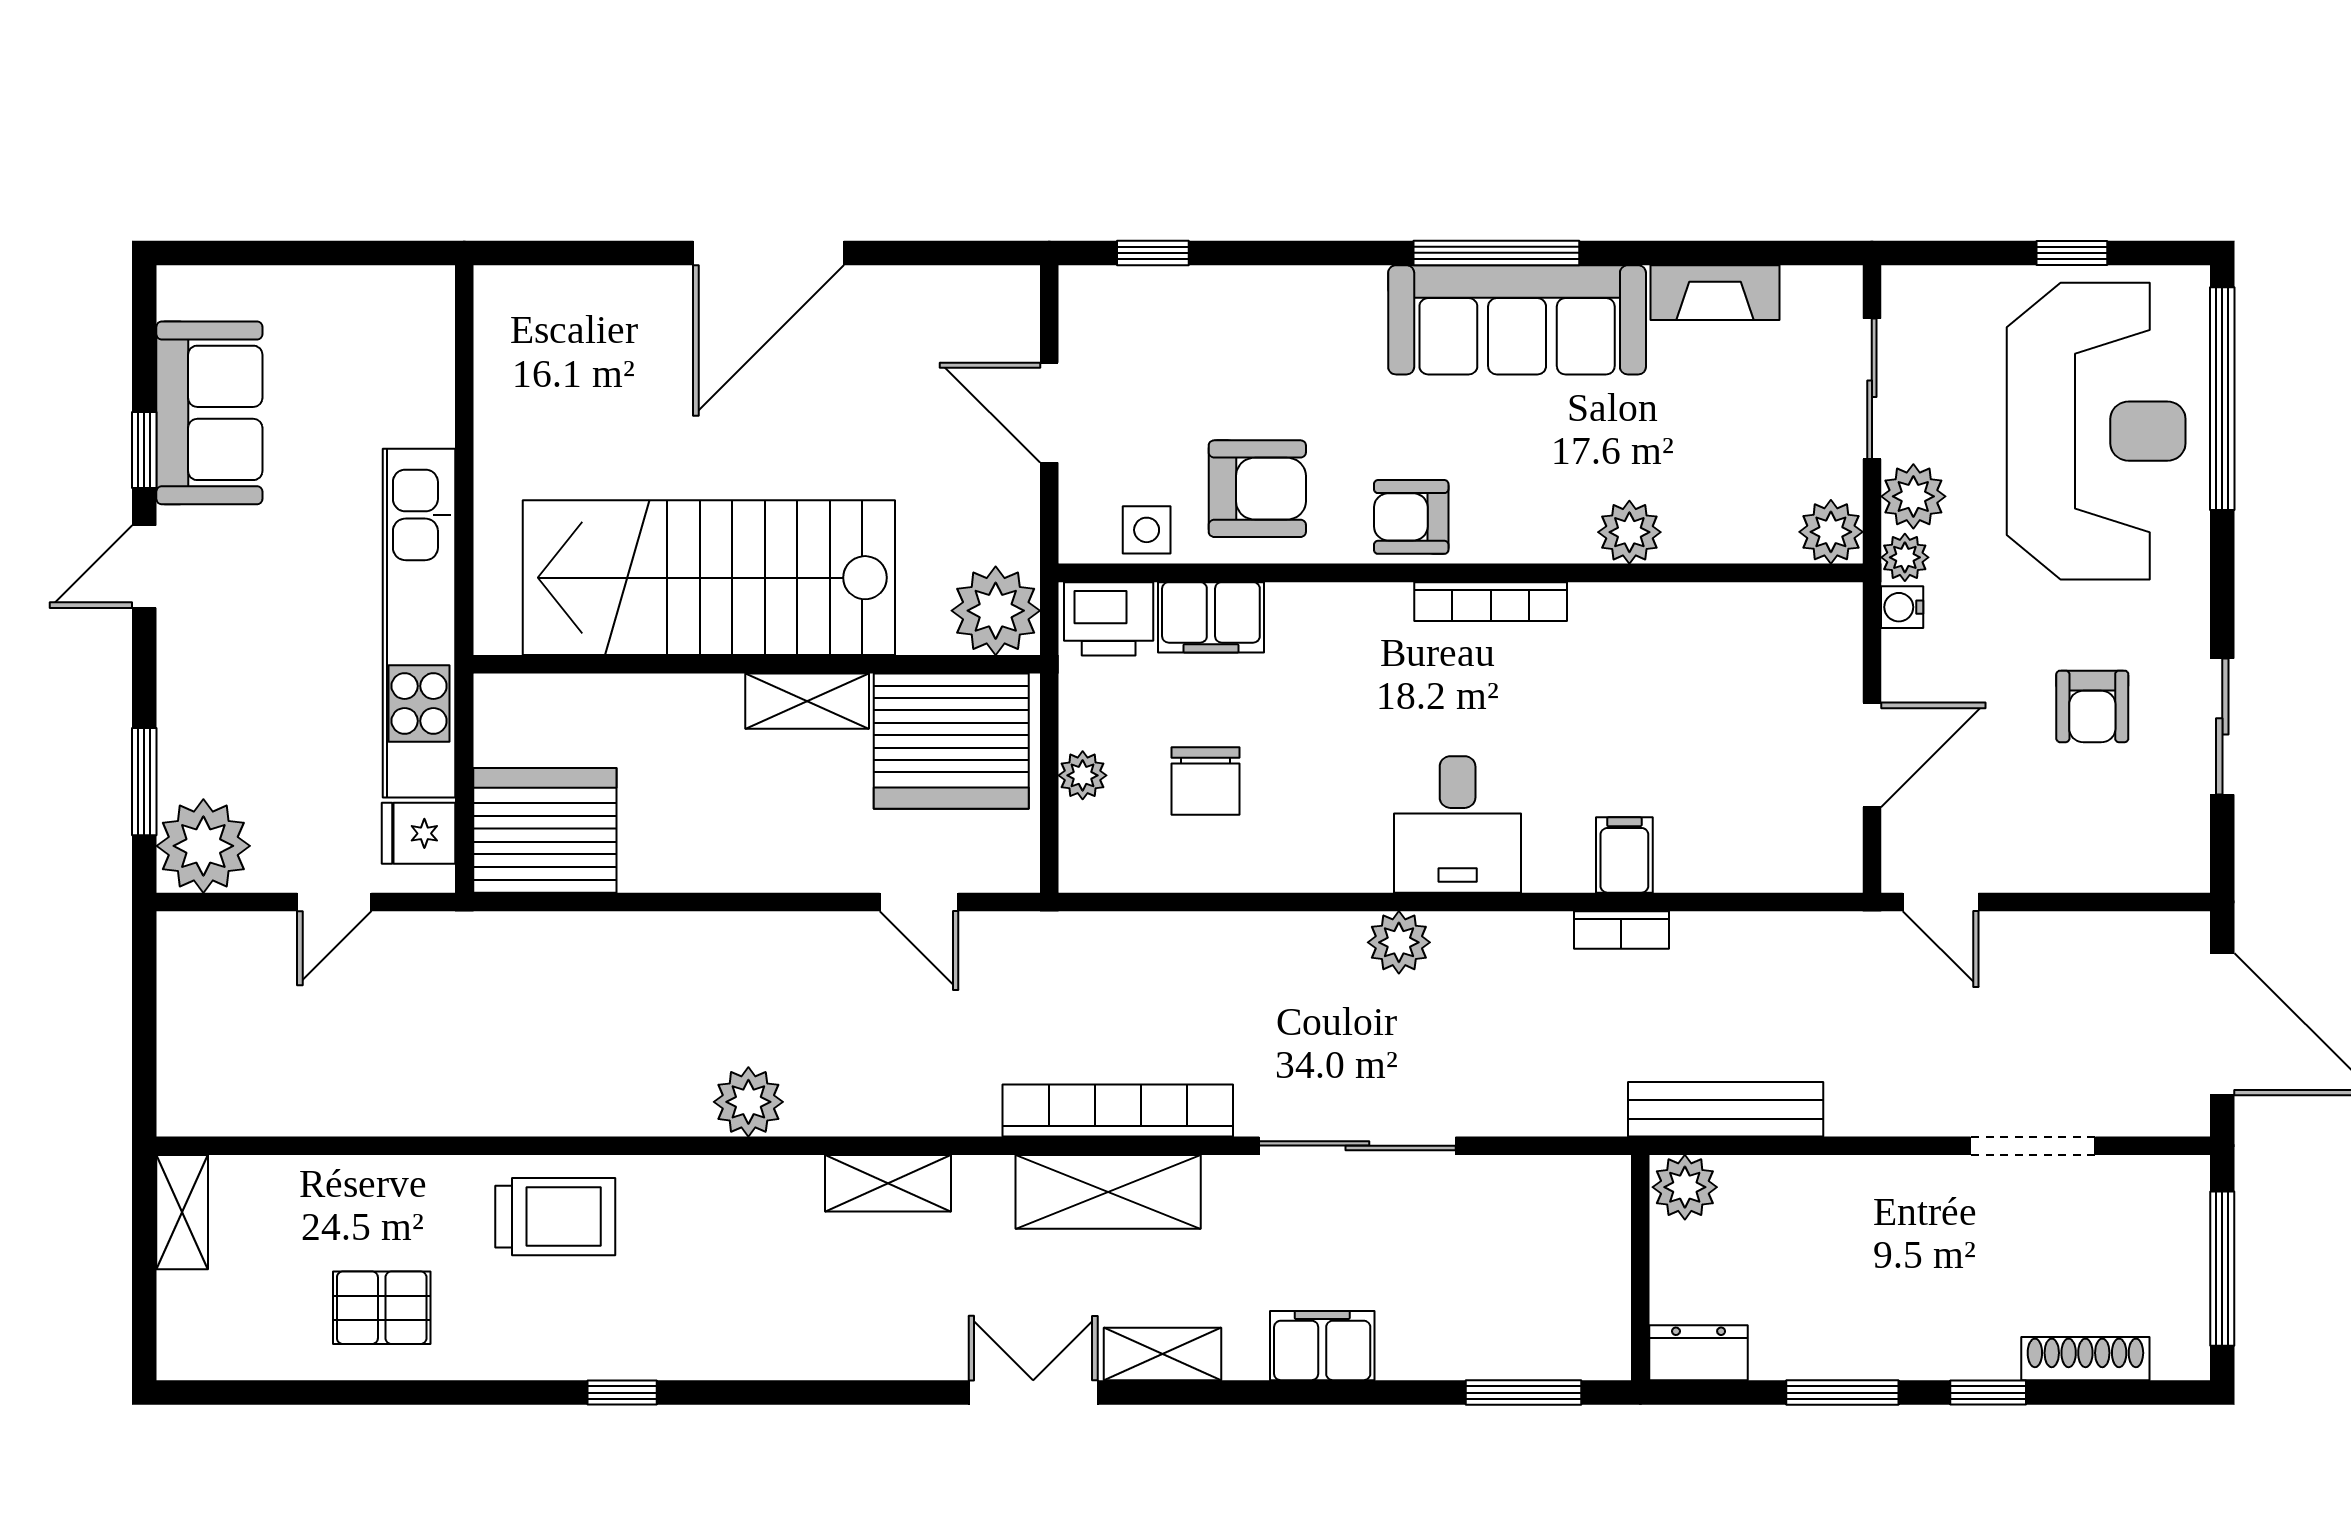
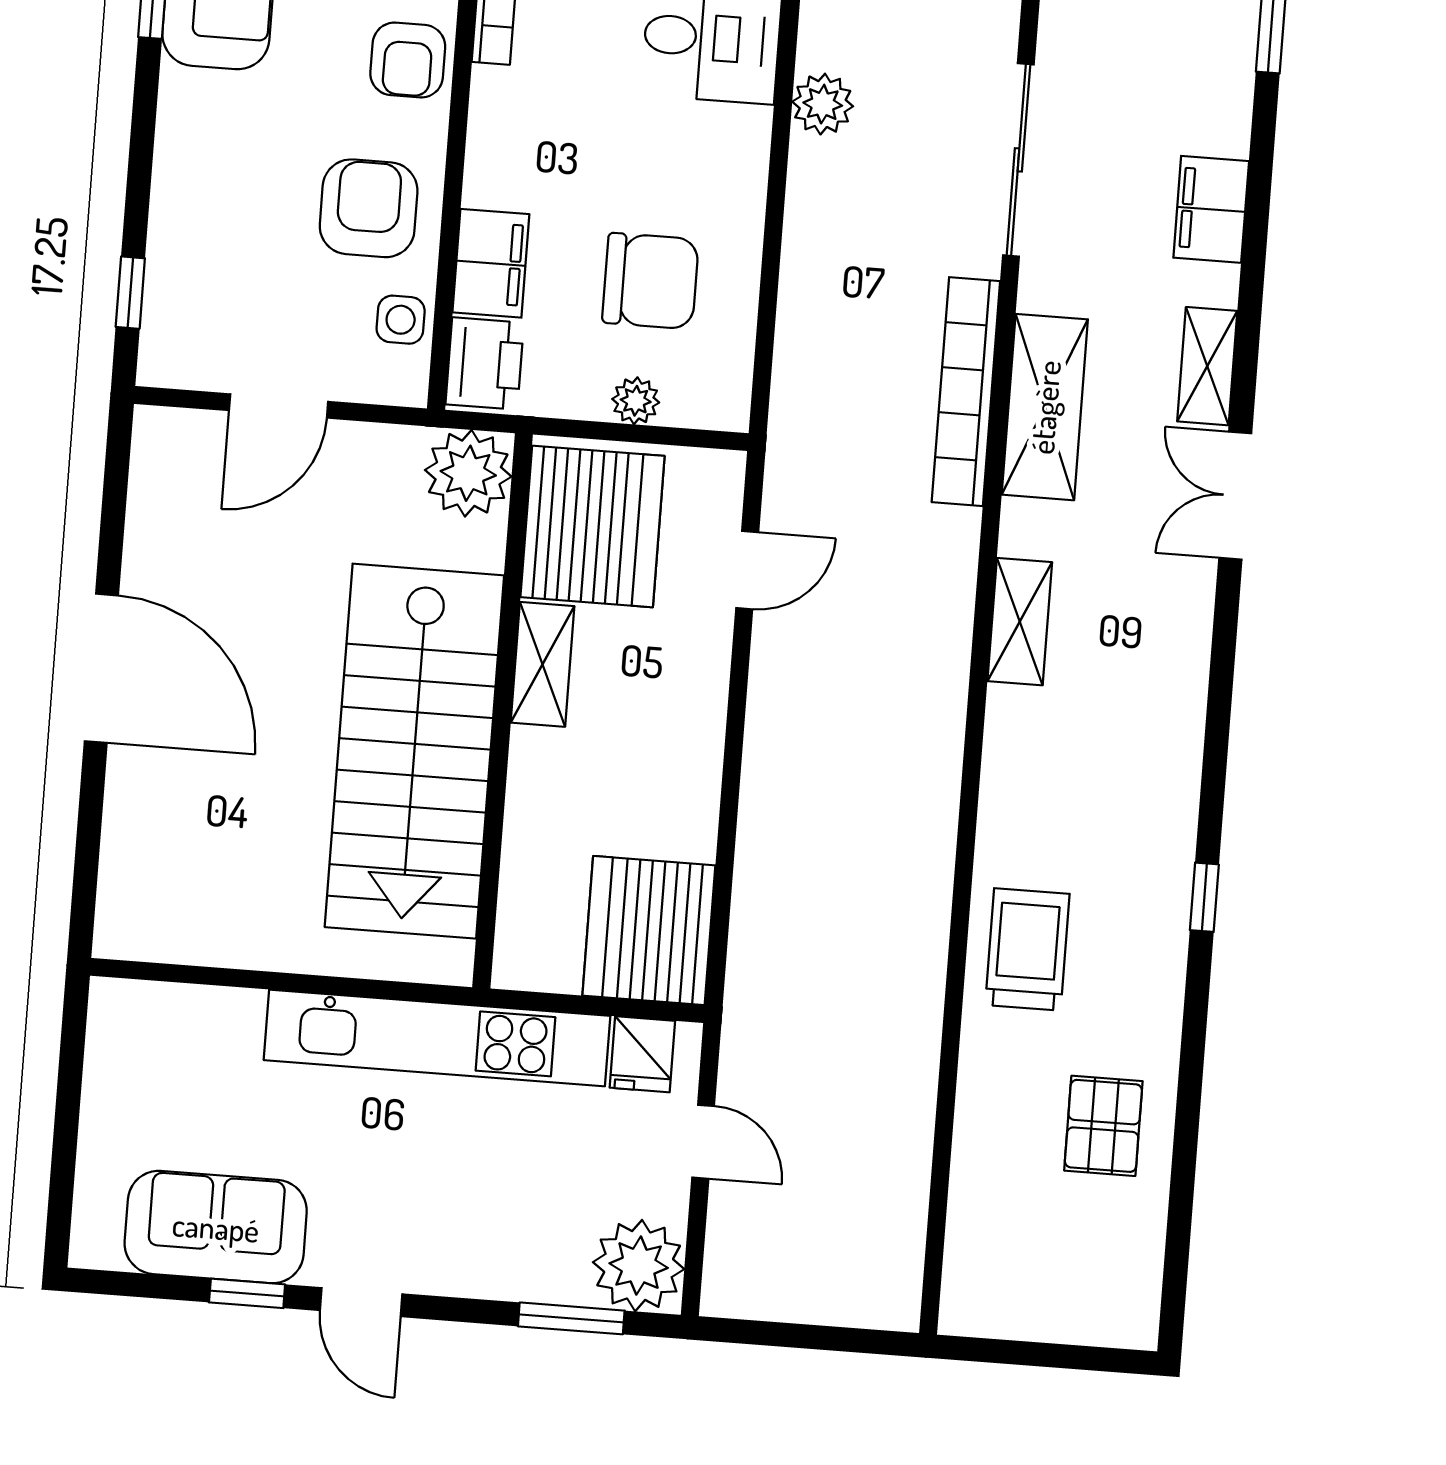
chair: (1205, 781) -> (650, 281), width x1.37, depth x1.37
plant: (748, 1102) -> (930, 752), removed
shelving: (182, 1212) -> (995, 1314), removed

